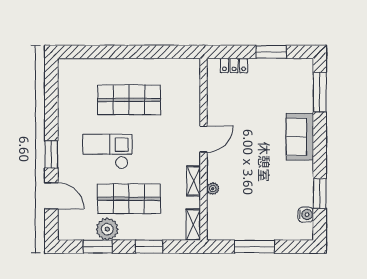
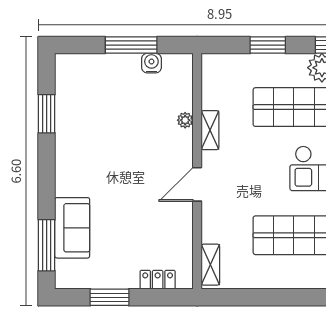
sofa: (300, 137) -> (72, 228), moved
water cooler: (306, 215) -> (151, 63), moved, turned 90
shelving: (193, 225) -> (210, 265), moved

